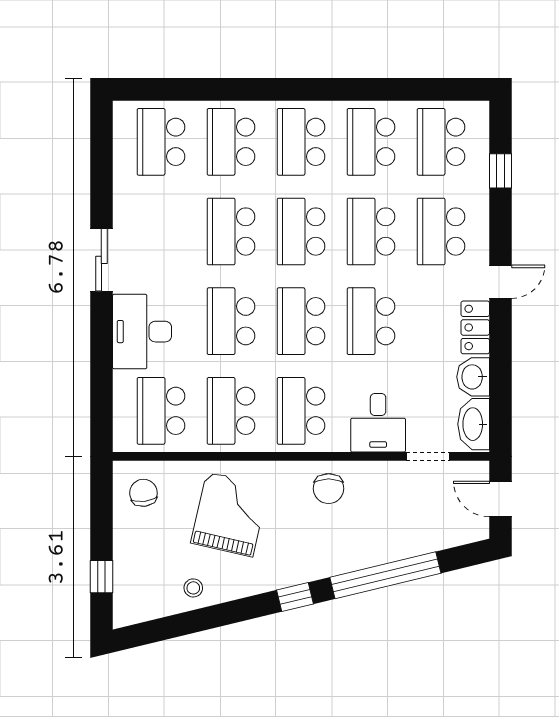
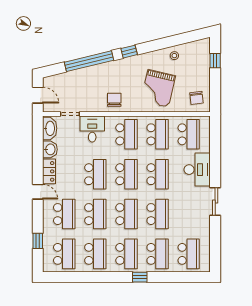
window: (271, 89) -> (140, 277), added
door: (501, 282) -> (38, 192), swing flipped

